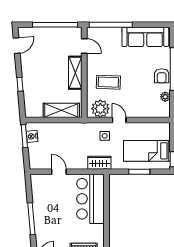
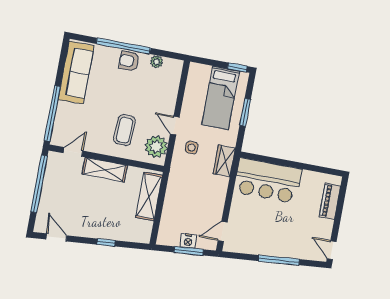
armchair: (162, 76) -> (129, 61), turned 180
door: (119, 120) -> (175, 126), hinge flipped
window: (24, 136) -> (189, 251), moved
nightstand: (32, 136) -> (188, 241), moved
door: (59, 172) -> (223, 231), moved

